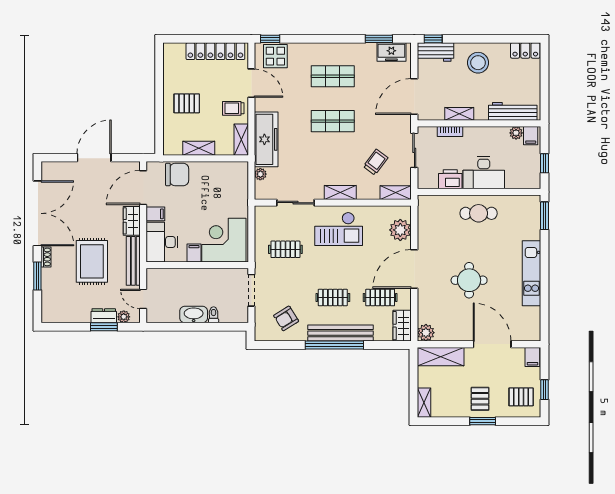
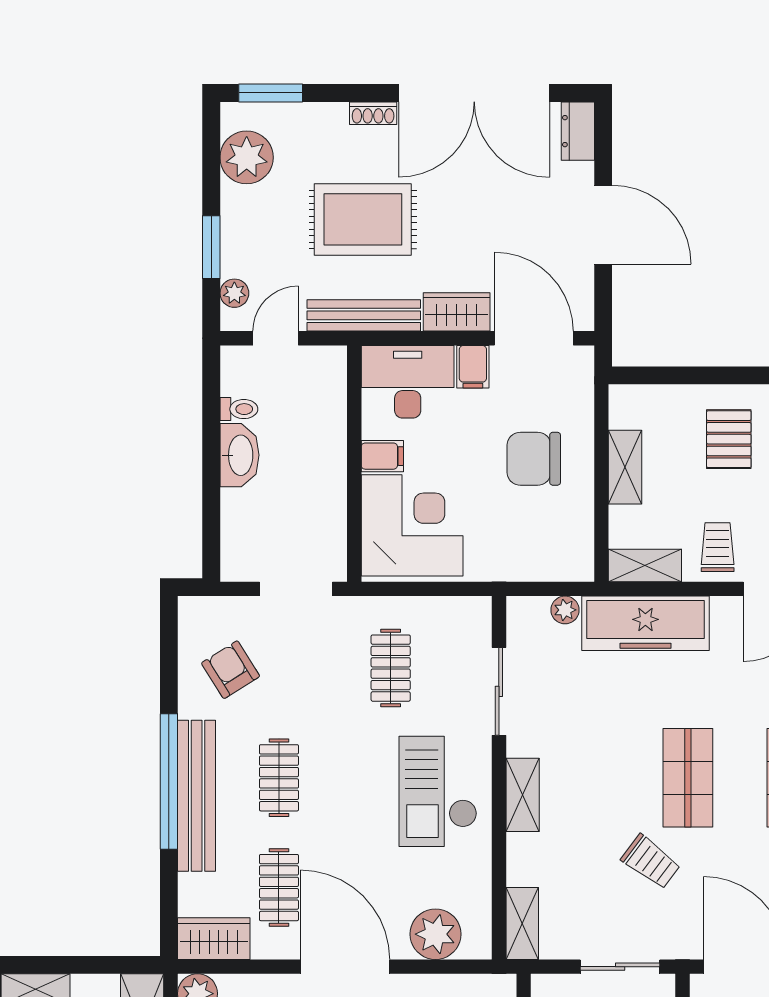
trolley: (376, 162) -> (651, 862), moved
chair: (177, 175) -> (534, 459), moved, turned 90
window: (37, 276) -> (271, 93), moved
plant: (65, 311) -> (247, 157), added
toilet: (214, 315) -> (239, 409), moved
dresser: (104, 316) -> (578, 131), moved, turned 180

